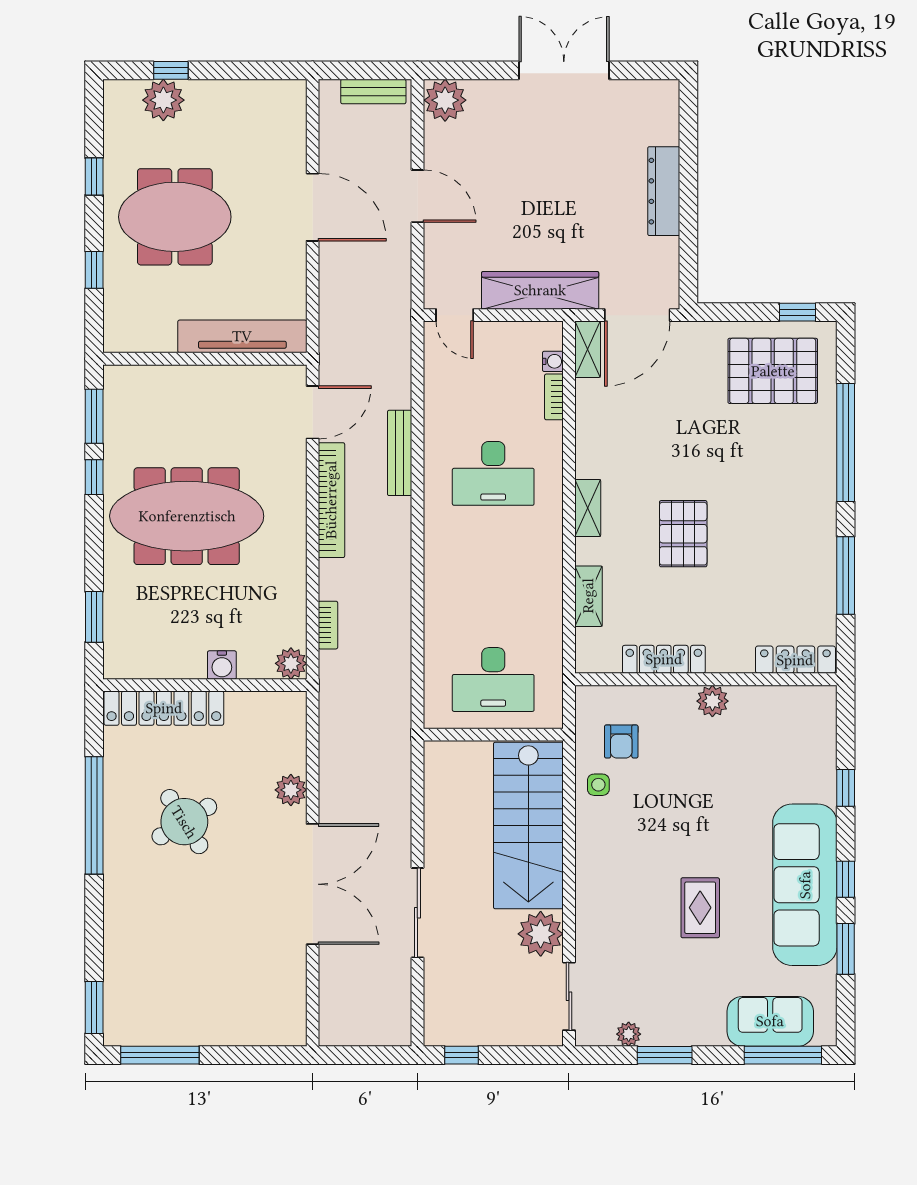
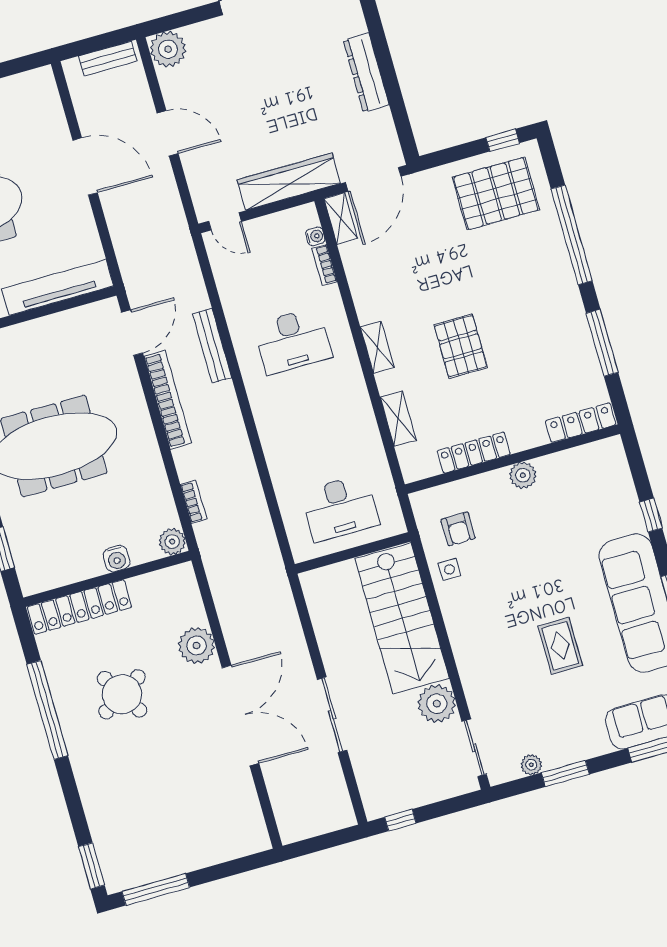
plant: (291, 790) -> (197, 646), width x1.36, depth x1.36

